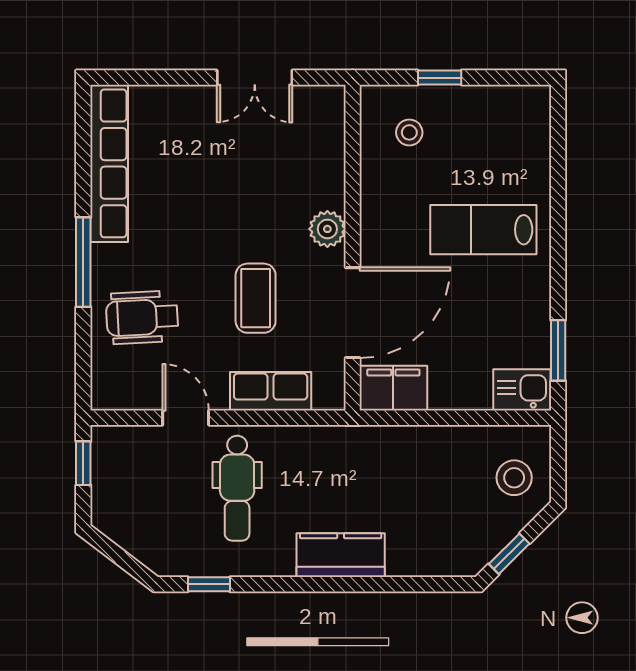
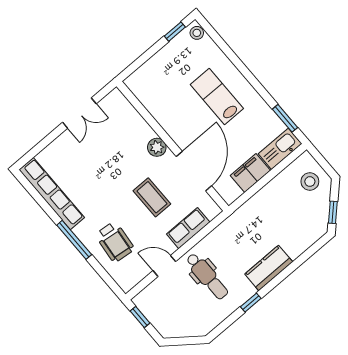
window: (440, 78) -> (175, 32), moved
stool: (409, 132) -> (197, 33), moved
lab bench: (483, 230) -> (217, 97), turned 90
wheelchair: (142, 317) -> (115, 242), turned -81
filing cabinet: (393, 388) -> (250, 173), moved
kitchen sink: (522, 390) -> (280, 149), width x1.38
window: (209, 584) -> (251, 303), moved

